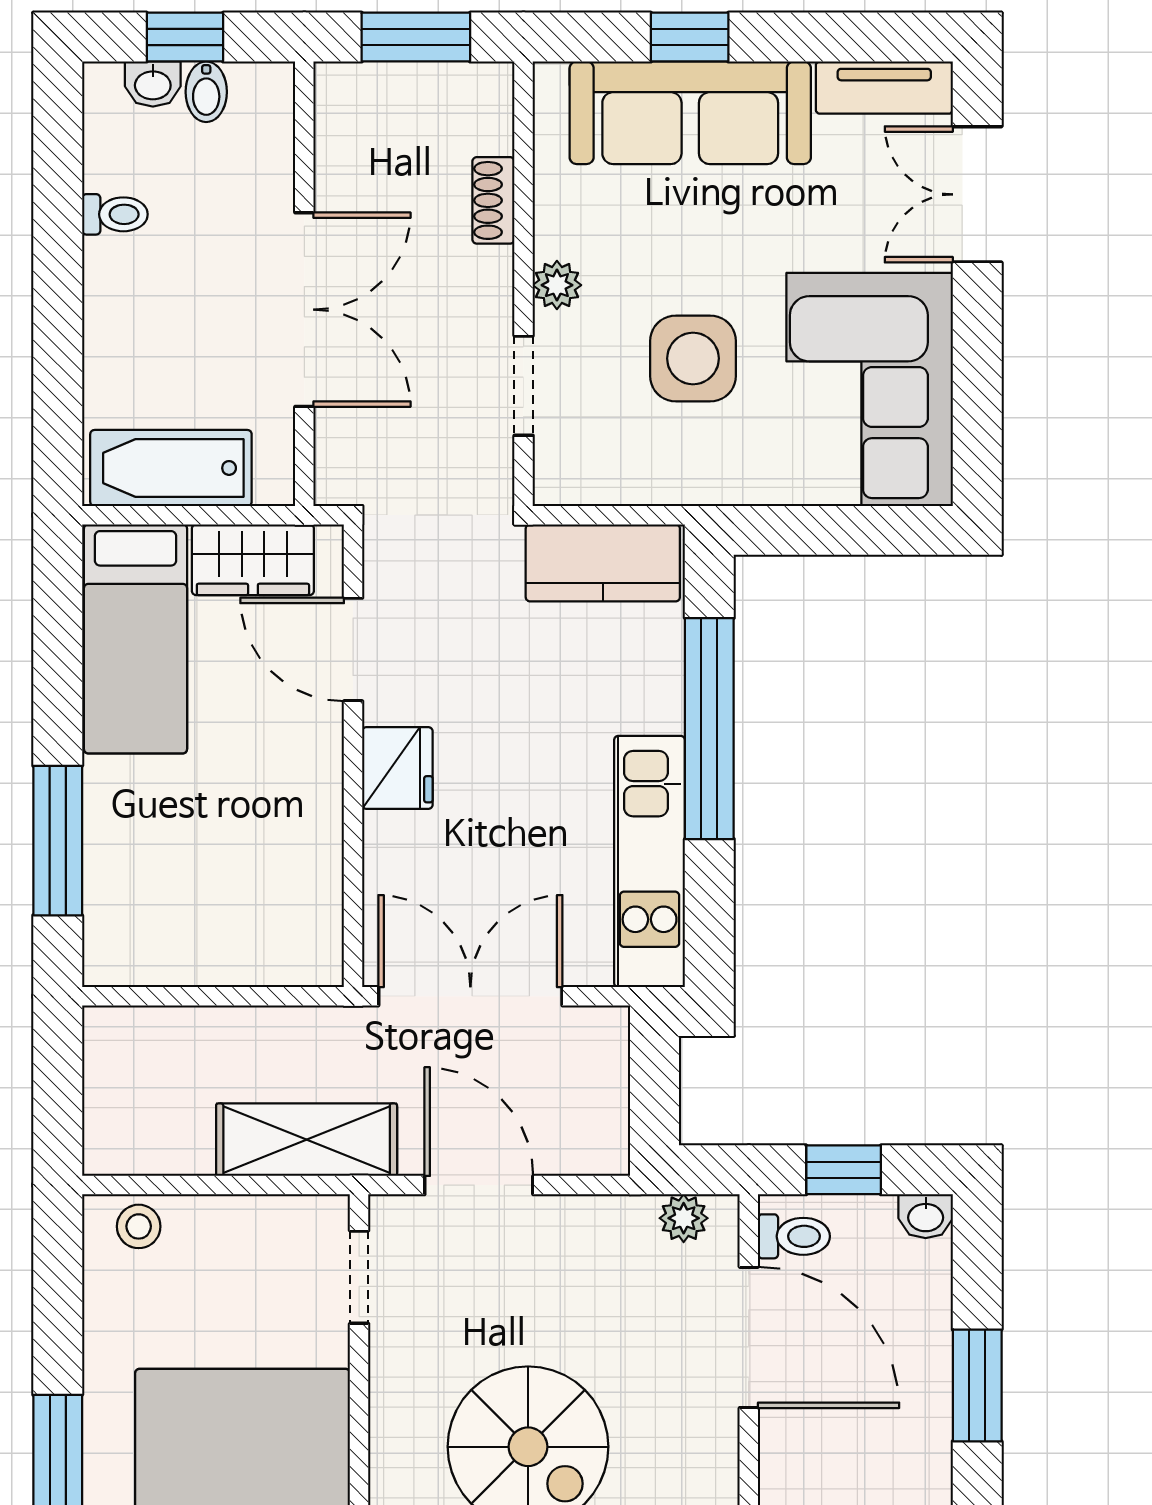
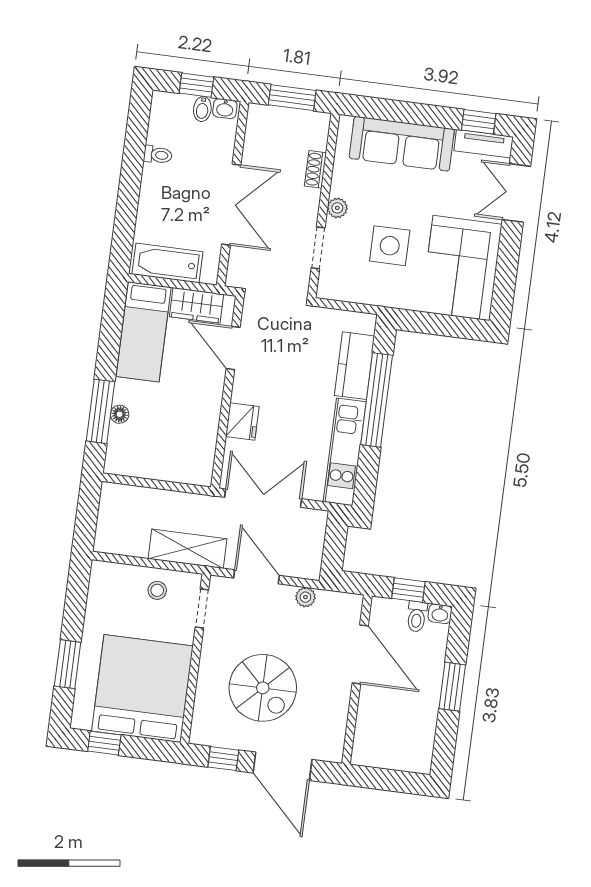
window: (690, 37) -> (479, 122), moved
washbasin: (153, 84) -> (225, 109), moved
kitchen counter: (603, 563) -> (354, 366), moved, turned 90
fridge: (397, 768) -> (242, 422), moved
floor lamp: (104, 842) -> (120, 414), added
plant: (684, 1218) -> (305, 597), moved
stool: (139, 1226) -> (157, 590), moved
toilet: (794, 1236) -> (417, 617), moved, turned 90

